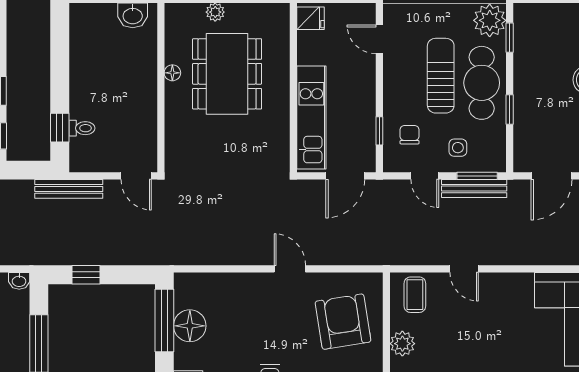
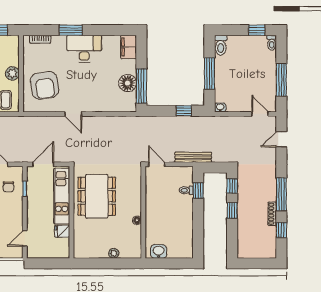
fridge: (310, 18) -> (62, 231), moved
door: (379, 39) -> (25, 238), swing flipped
dining table: (227, 74) -> (97, 196), moved

